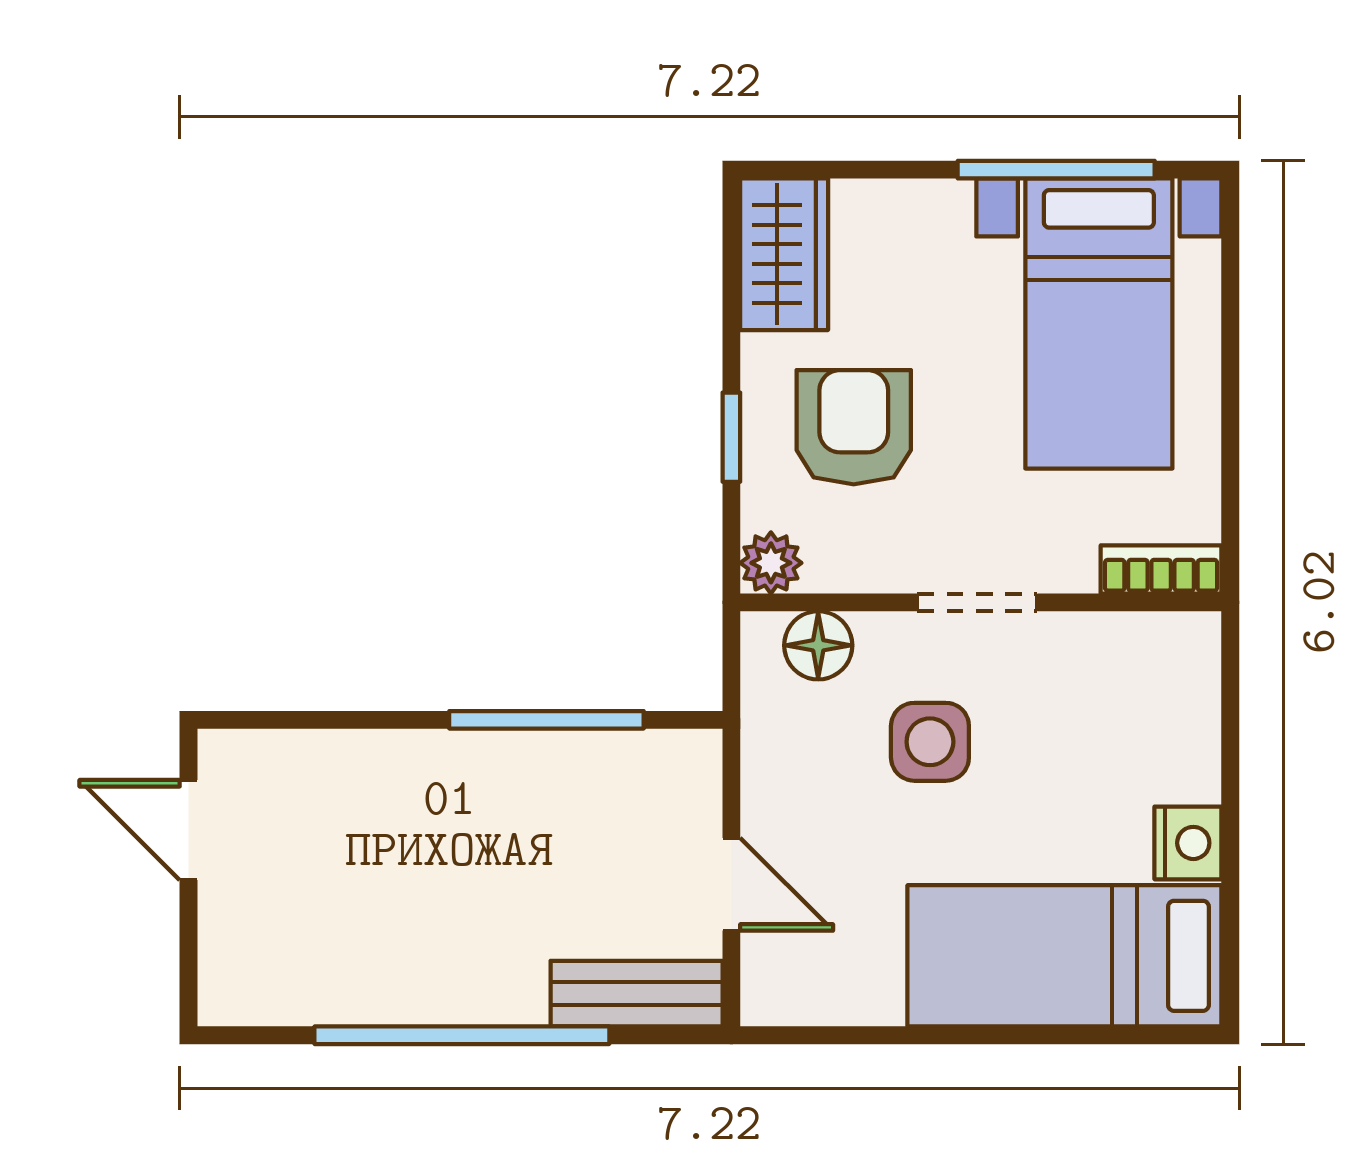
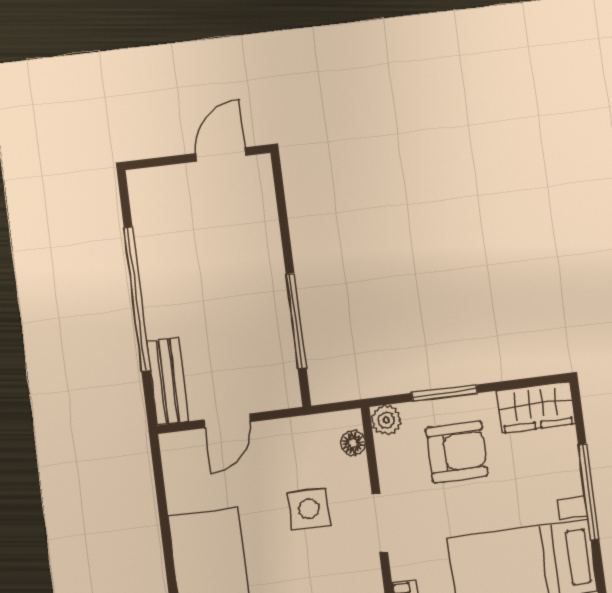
window: (1056, 170) -> (589, 492), moved
window: (731, 437) -> (444, 393), width x1.50
floor lamp: (818, 645) -> (353, 443), width x0.73, depth x0.73

